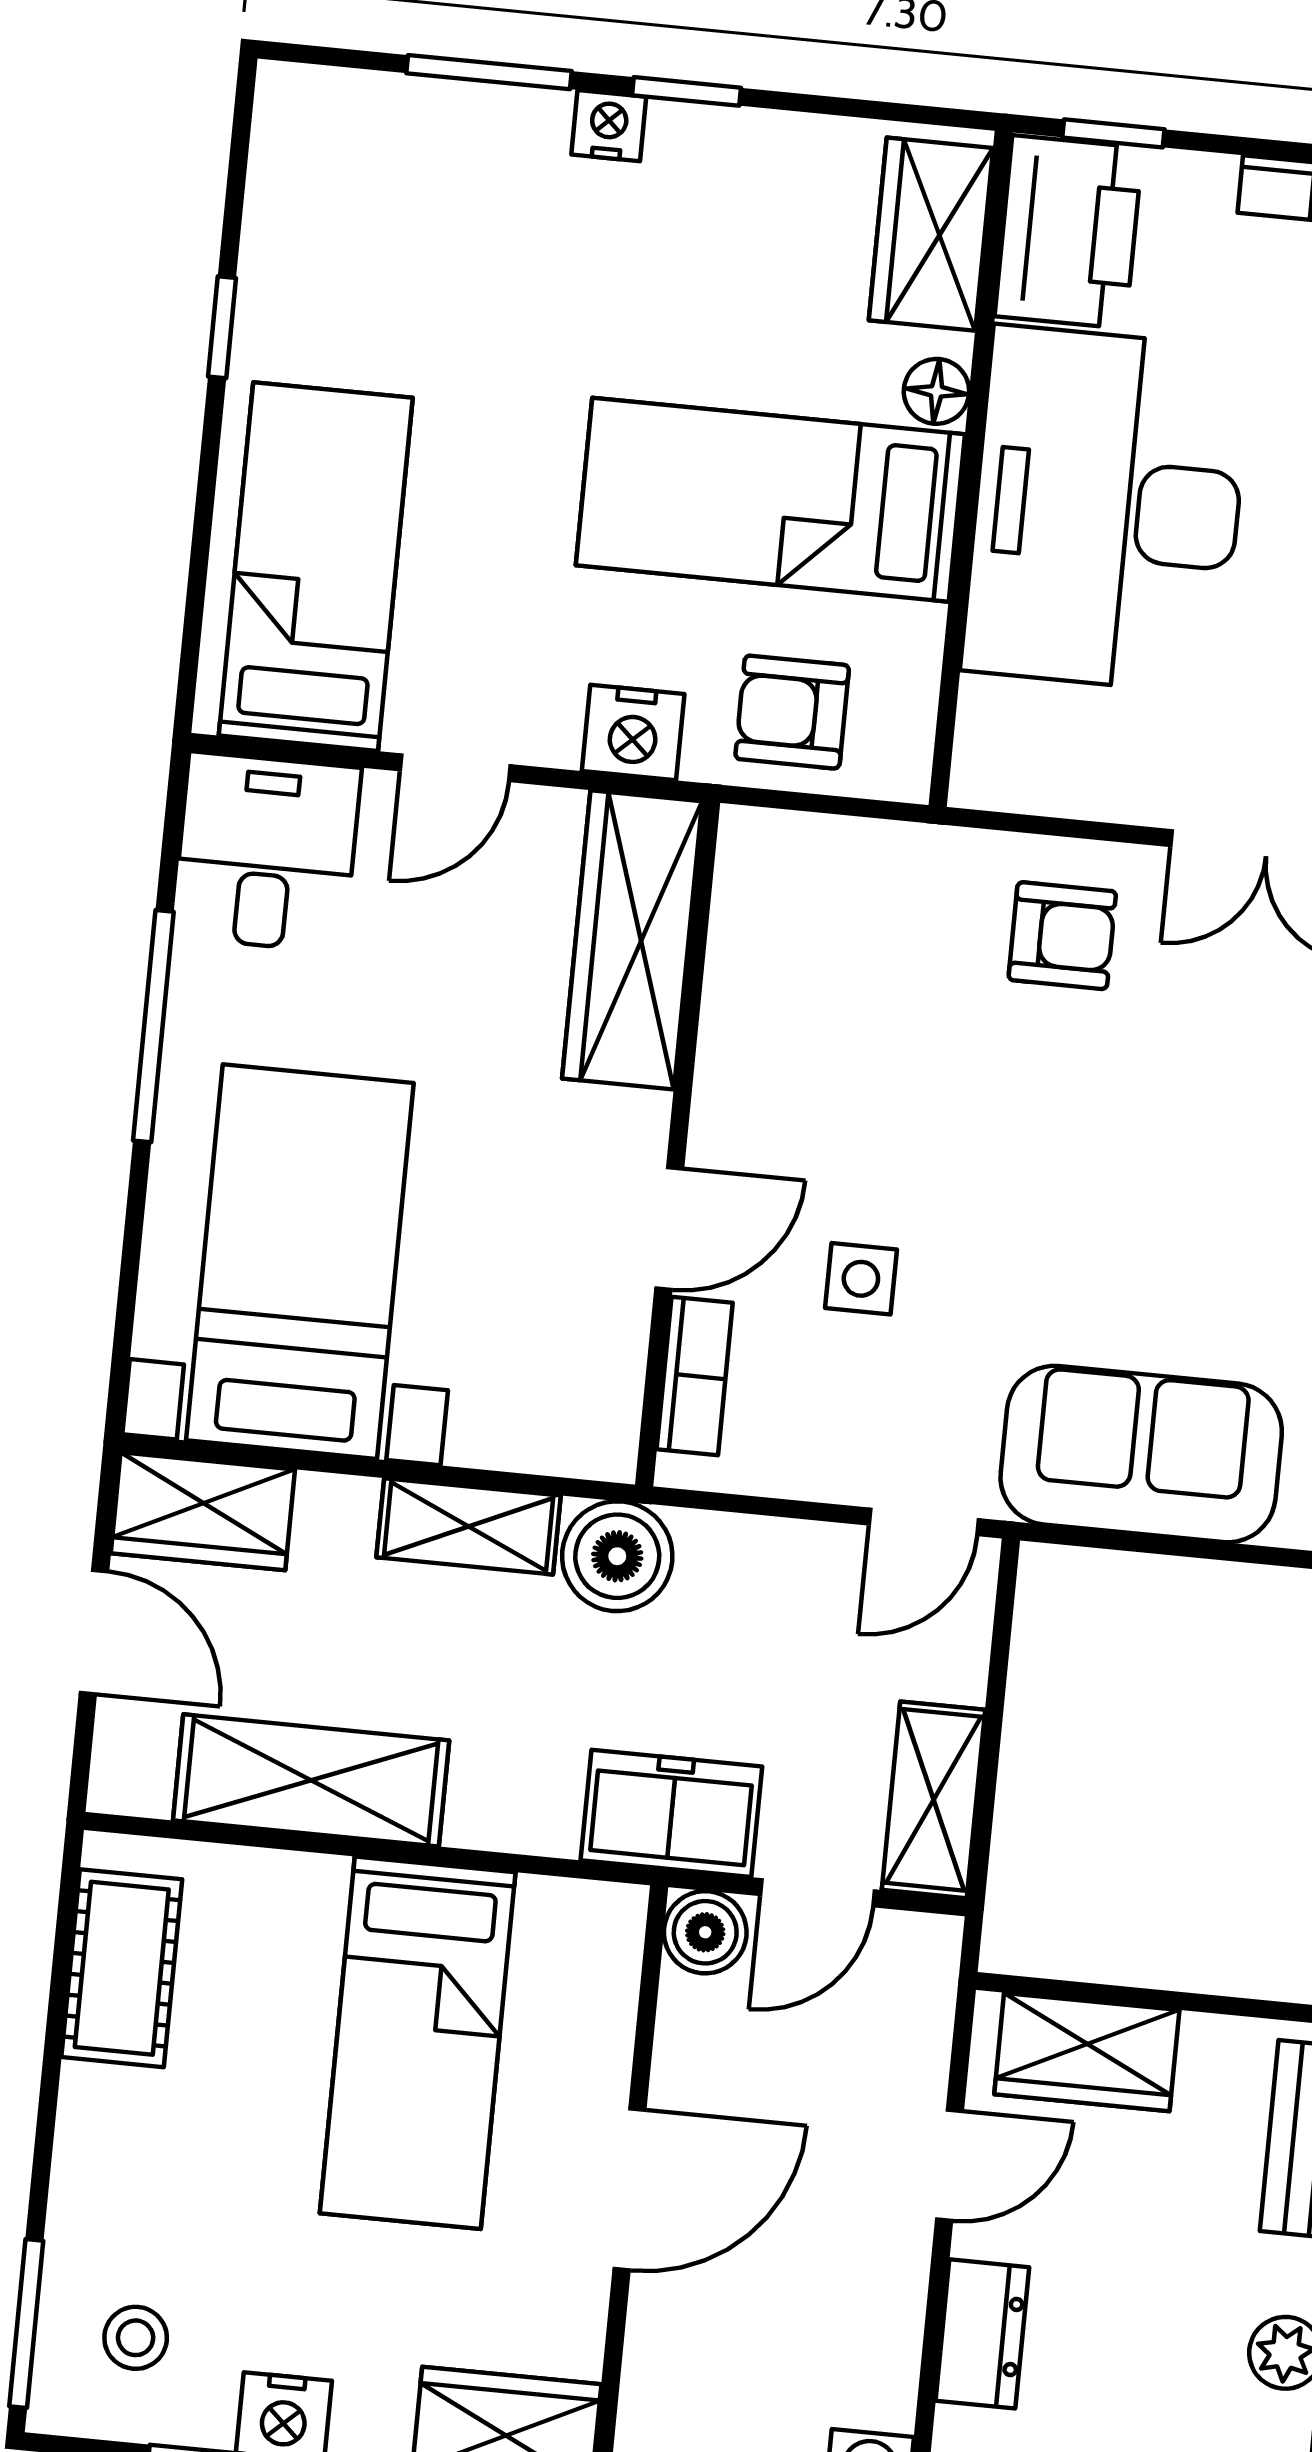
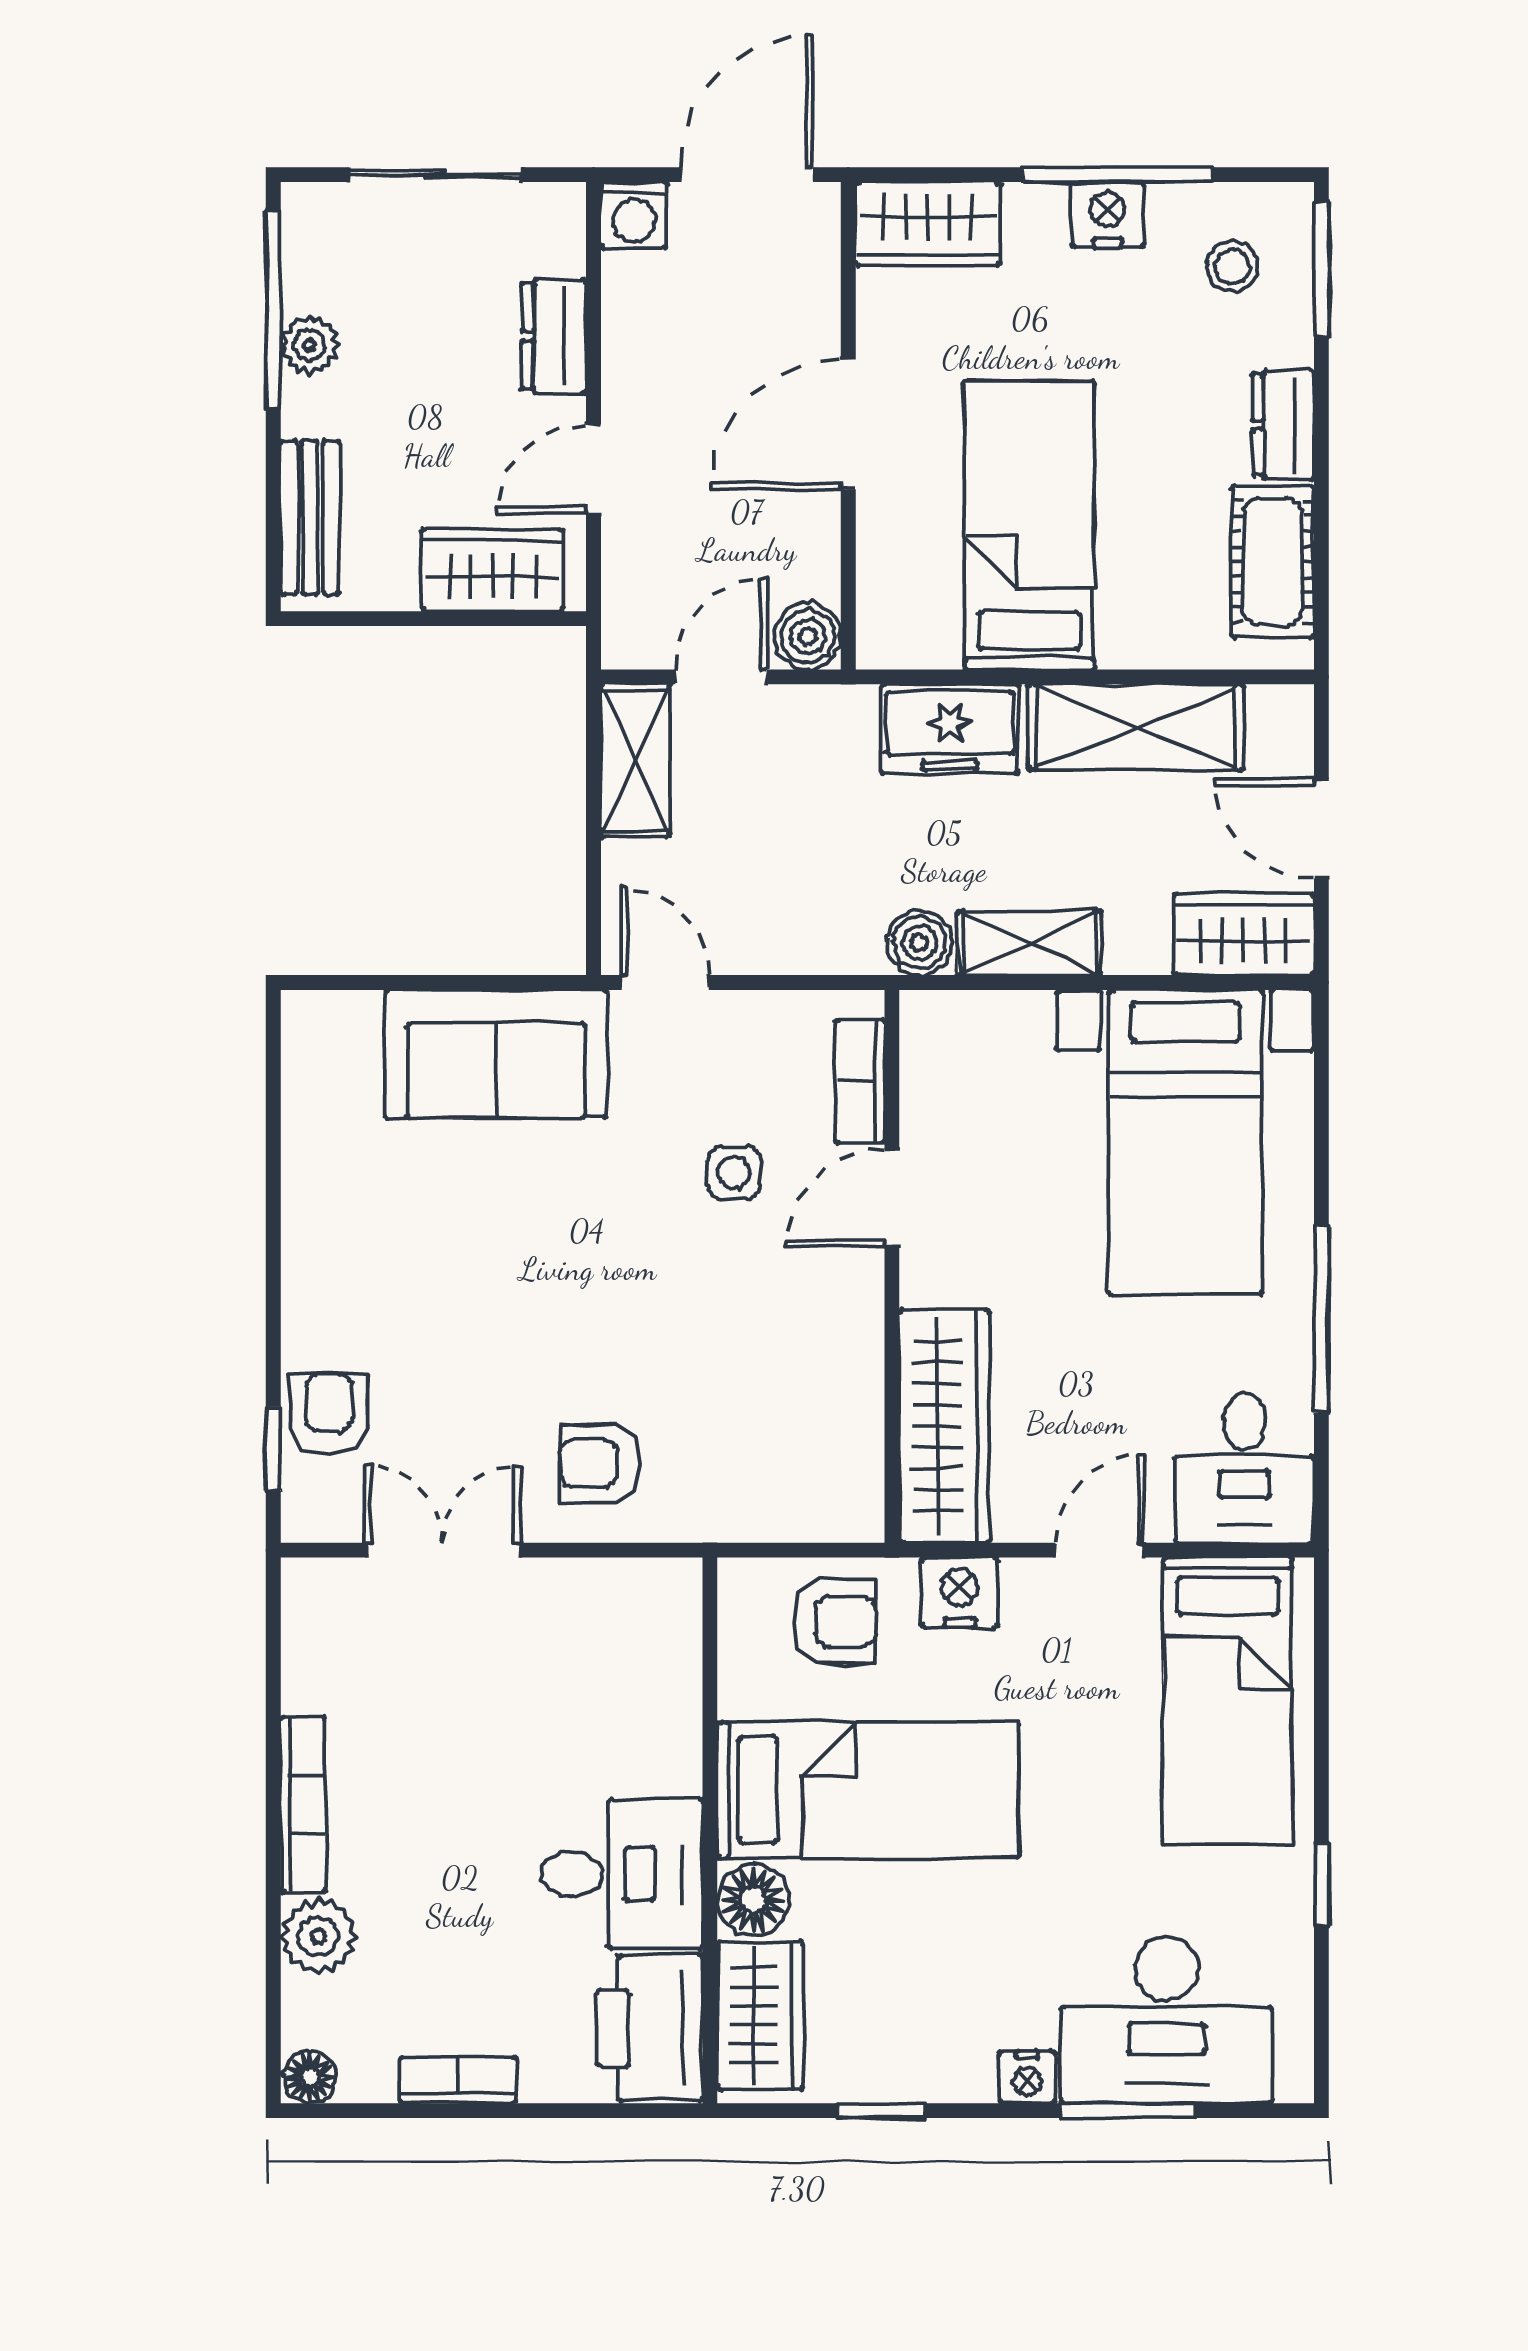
window: (687, 91) -> (880, 2111), moved
window: (1113, 133) -> (622, 2111), removed
desk: (429, 179) -> (1167, 2020), added
floor lamp: (936, 391) -> (753, 1900), width x1.37, depth x1.37
desk: (1107, 510) -> (622, 1874), width x0.53, depth x0.77
door: (924, 1522) -> (665, 983), hinge flipped
boiler: (617, 1556) -> (920, 943), width x0.73, depth x0.73
freezer: (671, 1813) -> (950, 729), moved
dresser: (92, 2136) -> (1283, 425), added

